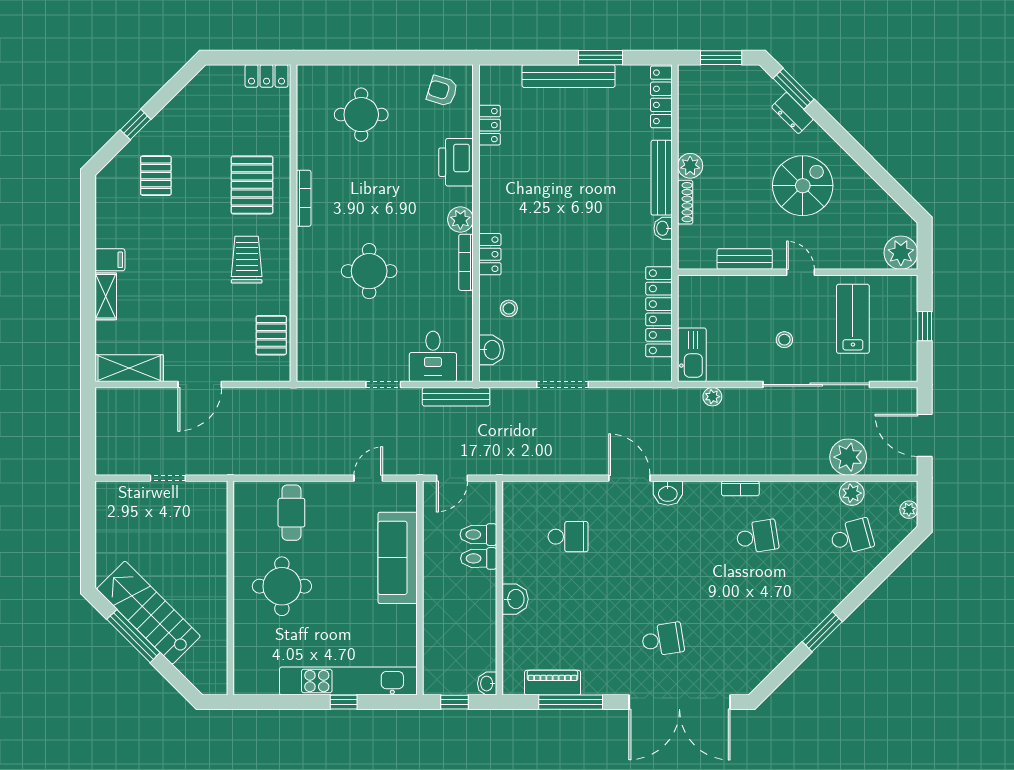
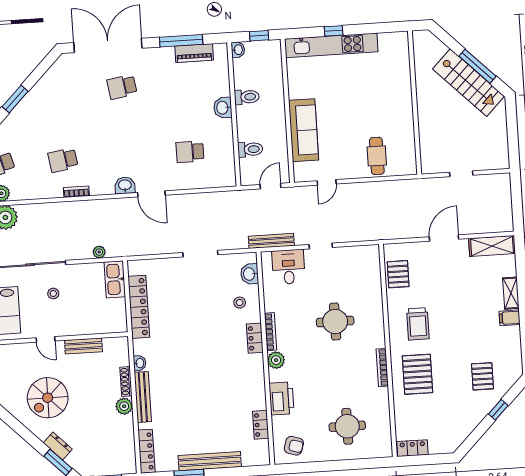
toilet: (479, 558) -> (247, 97), moved
round table: (282, 586) -> (380, 106), removed

